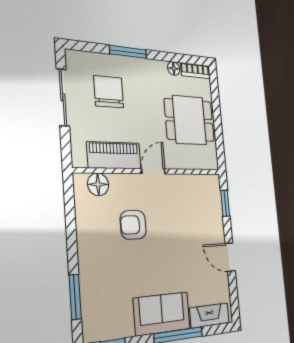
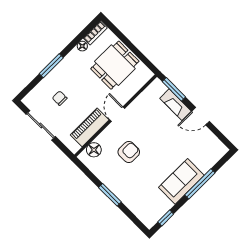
chair: (109, 92) -> (60, 98), width x0.54, depth x0.54
window: (225, 203) -> (174, 89), width x1.50
armchair: (133, 225) -> (129, 152), turned 180
window: (75, 297) -> (110, 195), moved
fireplace: (210, 315) -> (175, 105), moved, turned -90

